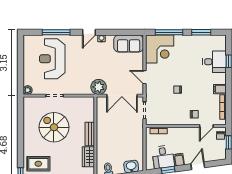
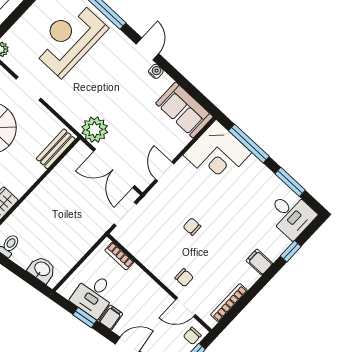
door: (89, 32) -> (147, 49), swing flipped
desk: (215, 62) -> (291, 215), moved
filing cabinet: (220, 89) -> (259, 262), moved
bench: (90, 134) -> (56, 149), moved

